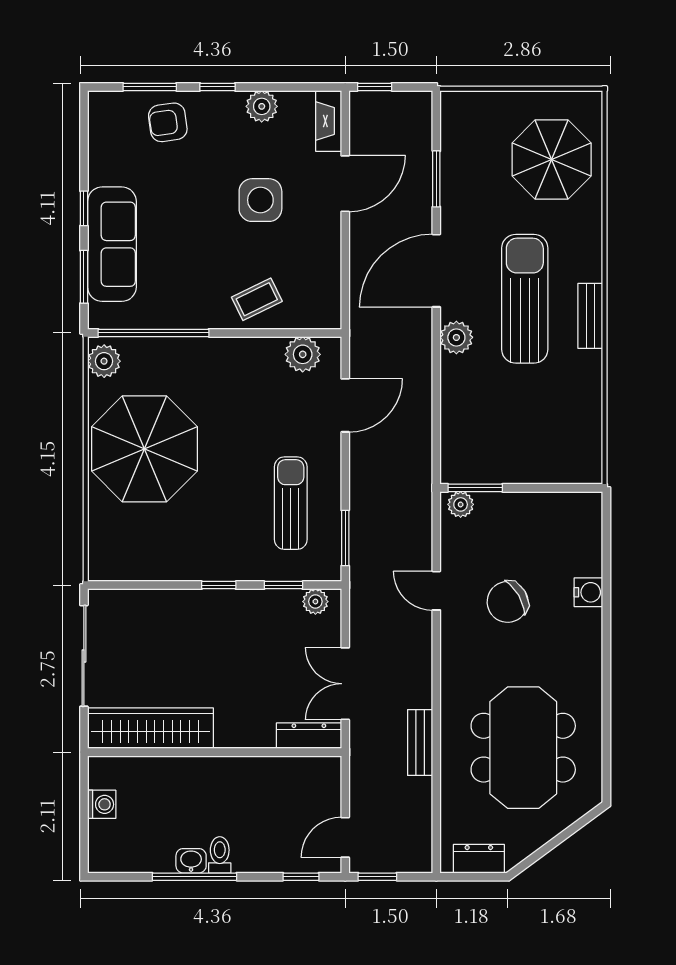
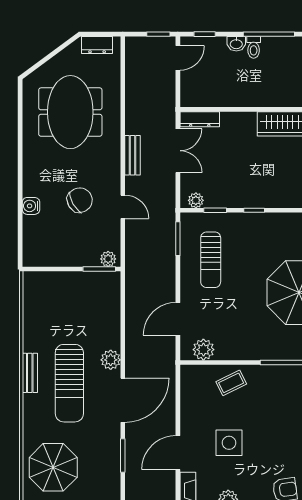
bench: (420, 743) -> (133, 155), moved
washbasin: (191, 861) -> (236, 44), moved

